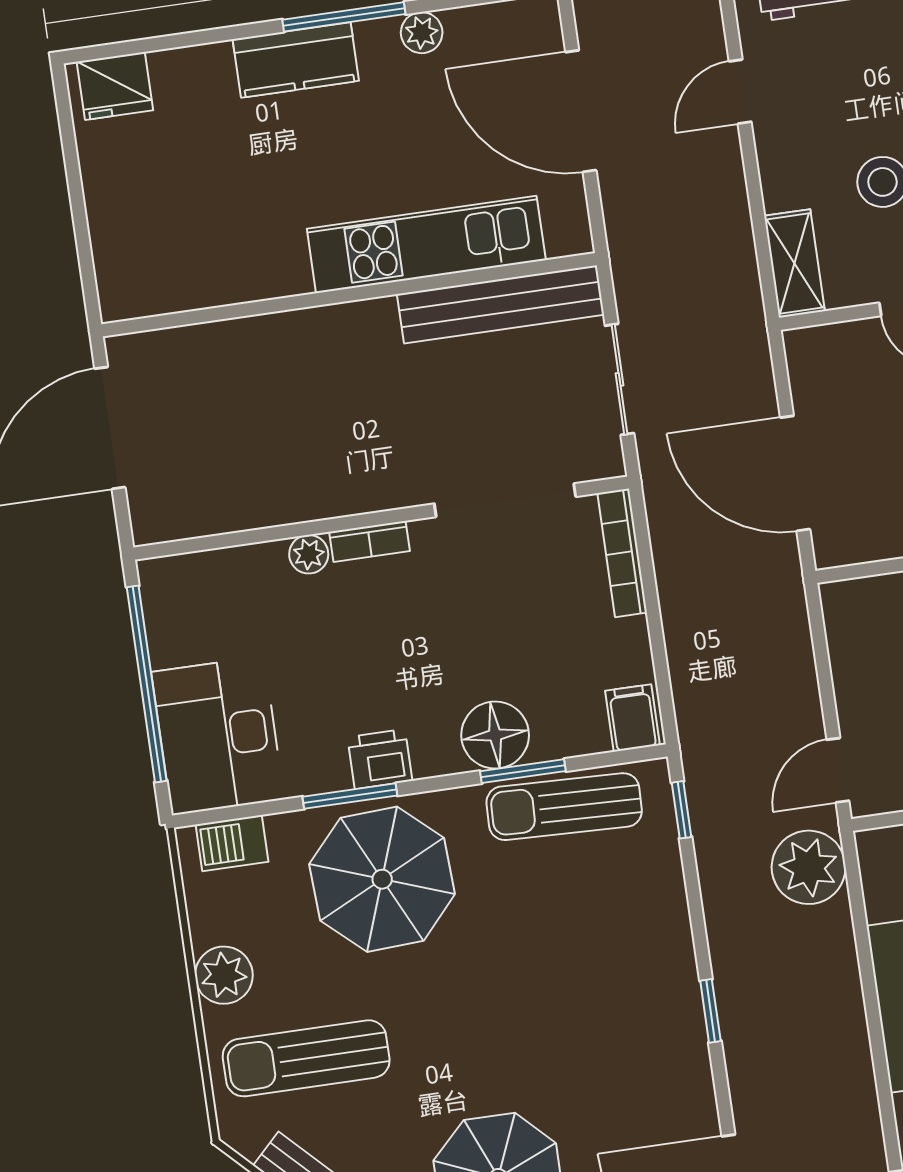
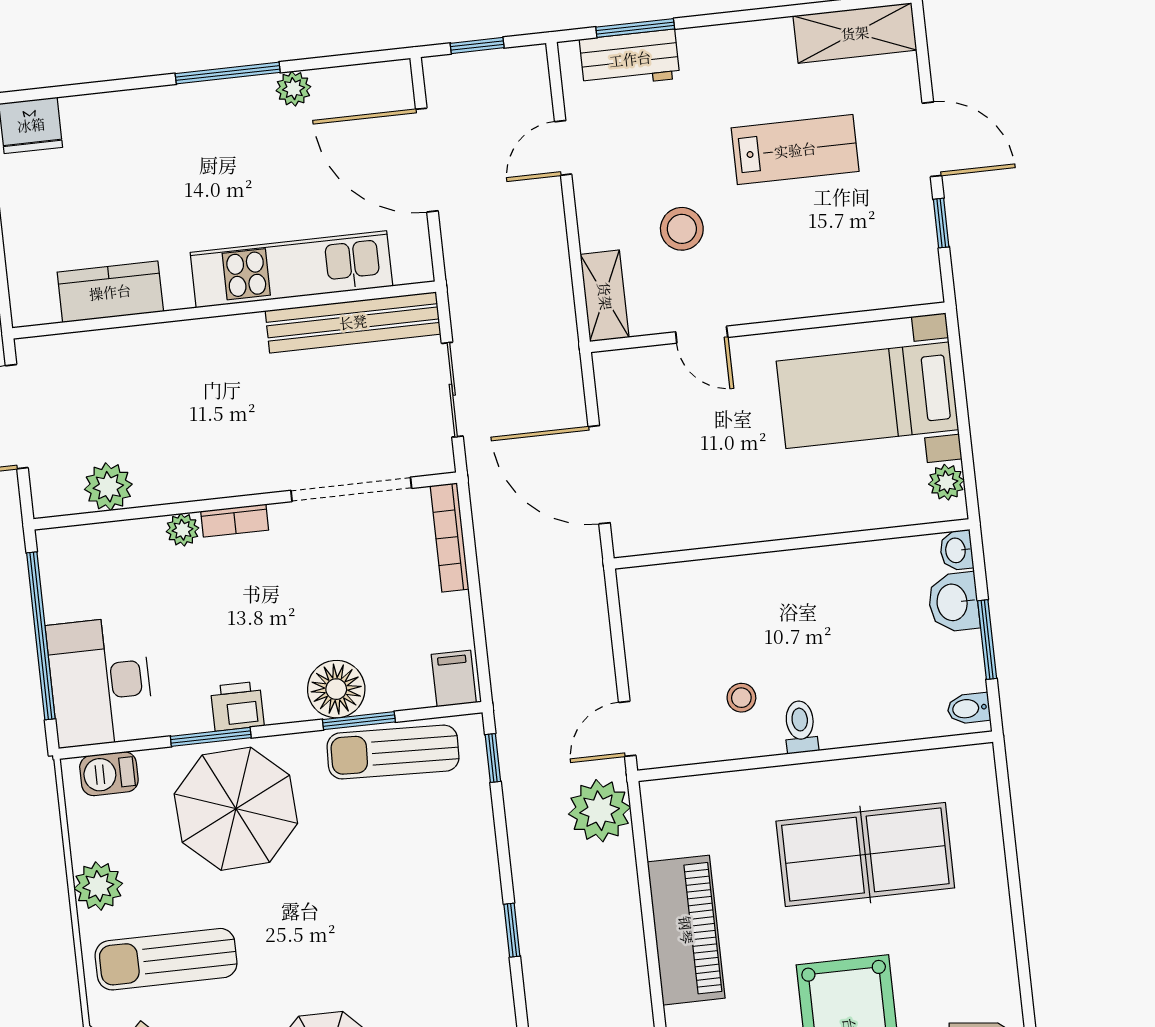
kitchen counter: (296, 60) -> (110, 292), moved, turned 180
plant: (220, 507) -> (108, 487), added

